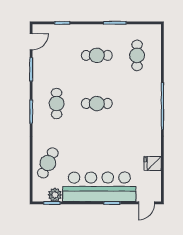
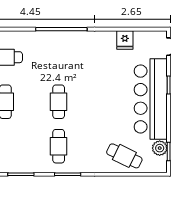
cafe table: (57, 103) -> (59, 146), turned 90

